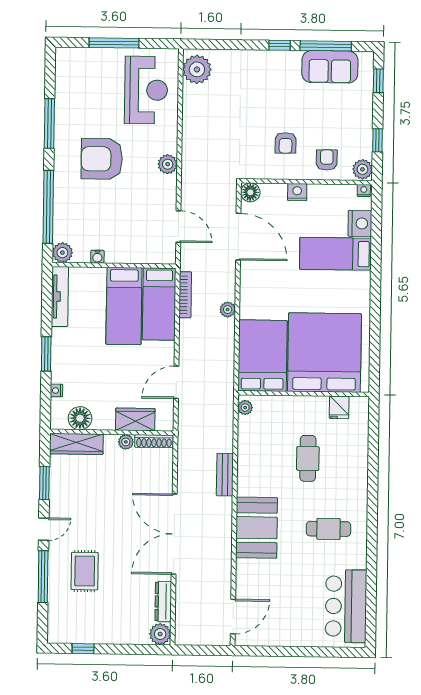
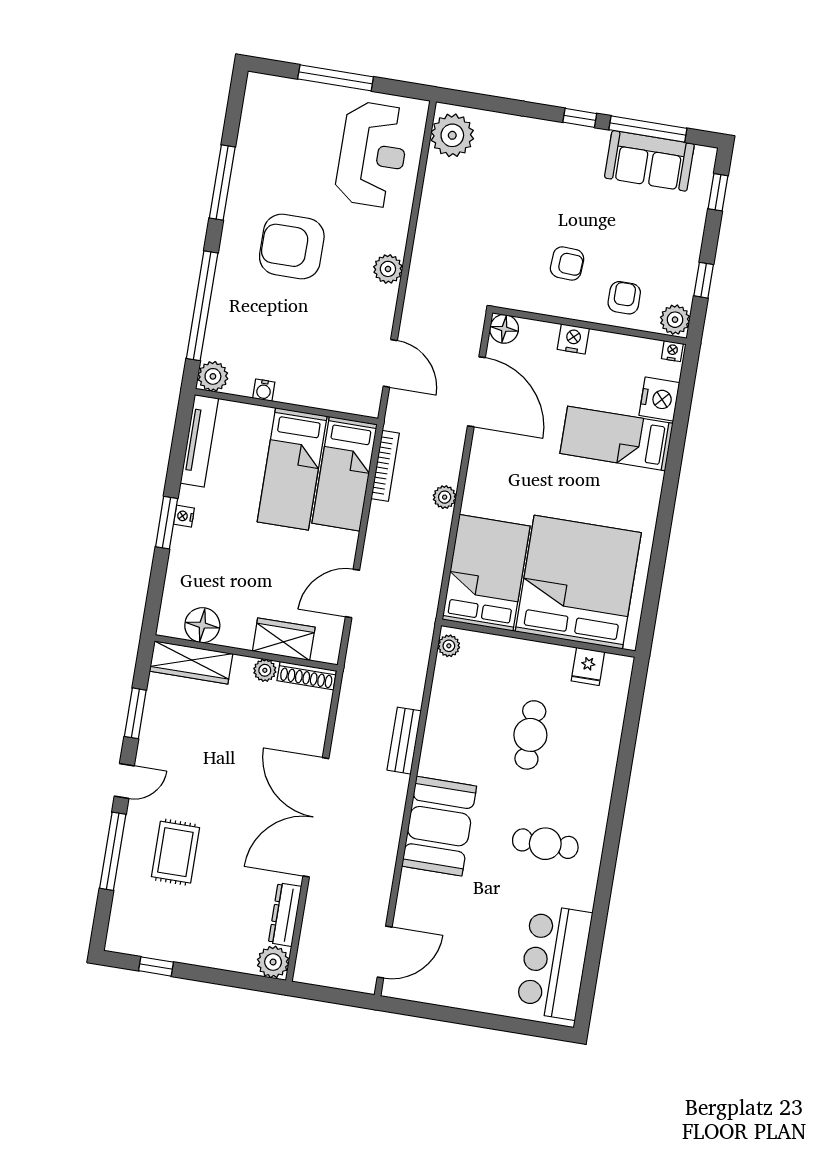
armchair: (286, 143) -> (567, 263), turned -87
nightstand: (56, 390) -> (184, 516), moved

